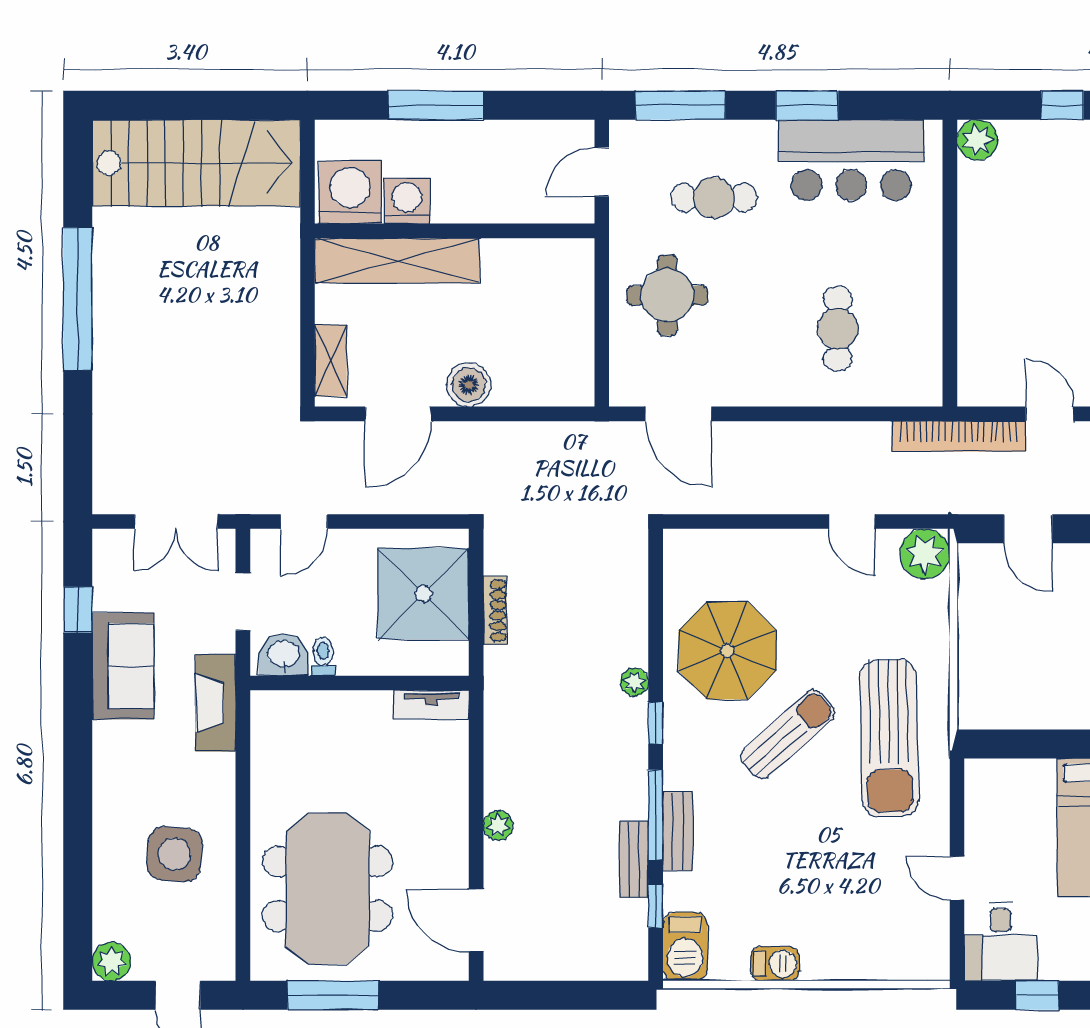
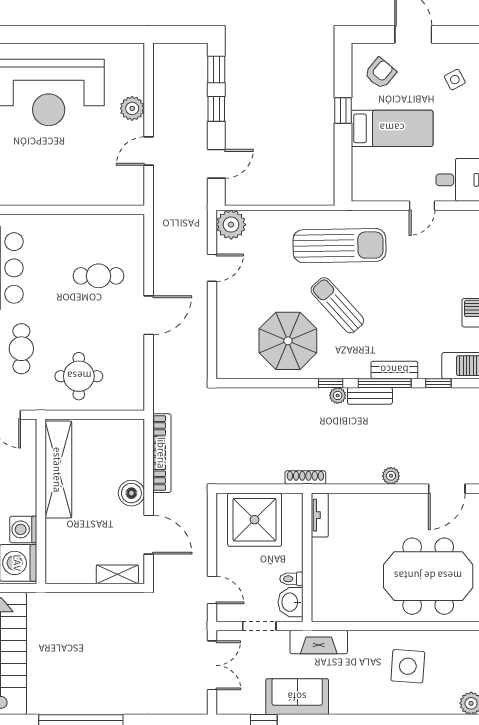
shelving: (397, 261) -> (58, 470), moved
door: (678, 414) -> (149, 315), moved
bookcase: (959, 436) -> (162, 453), moved
shoe rack: (495, 610) -> (305, 478), moved
plant: (634, 682) -> (338, 395), moved
bench: (634, 860) -> (370, 396), moved

